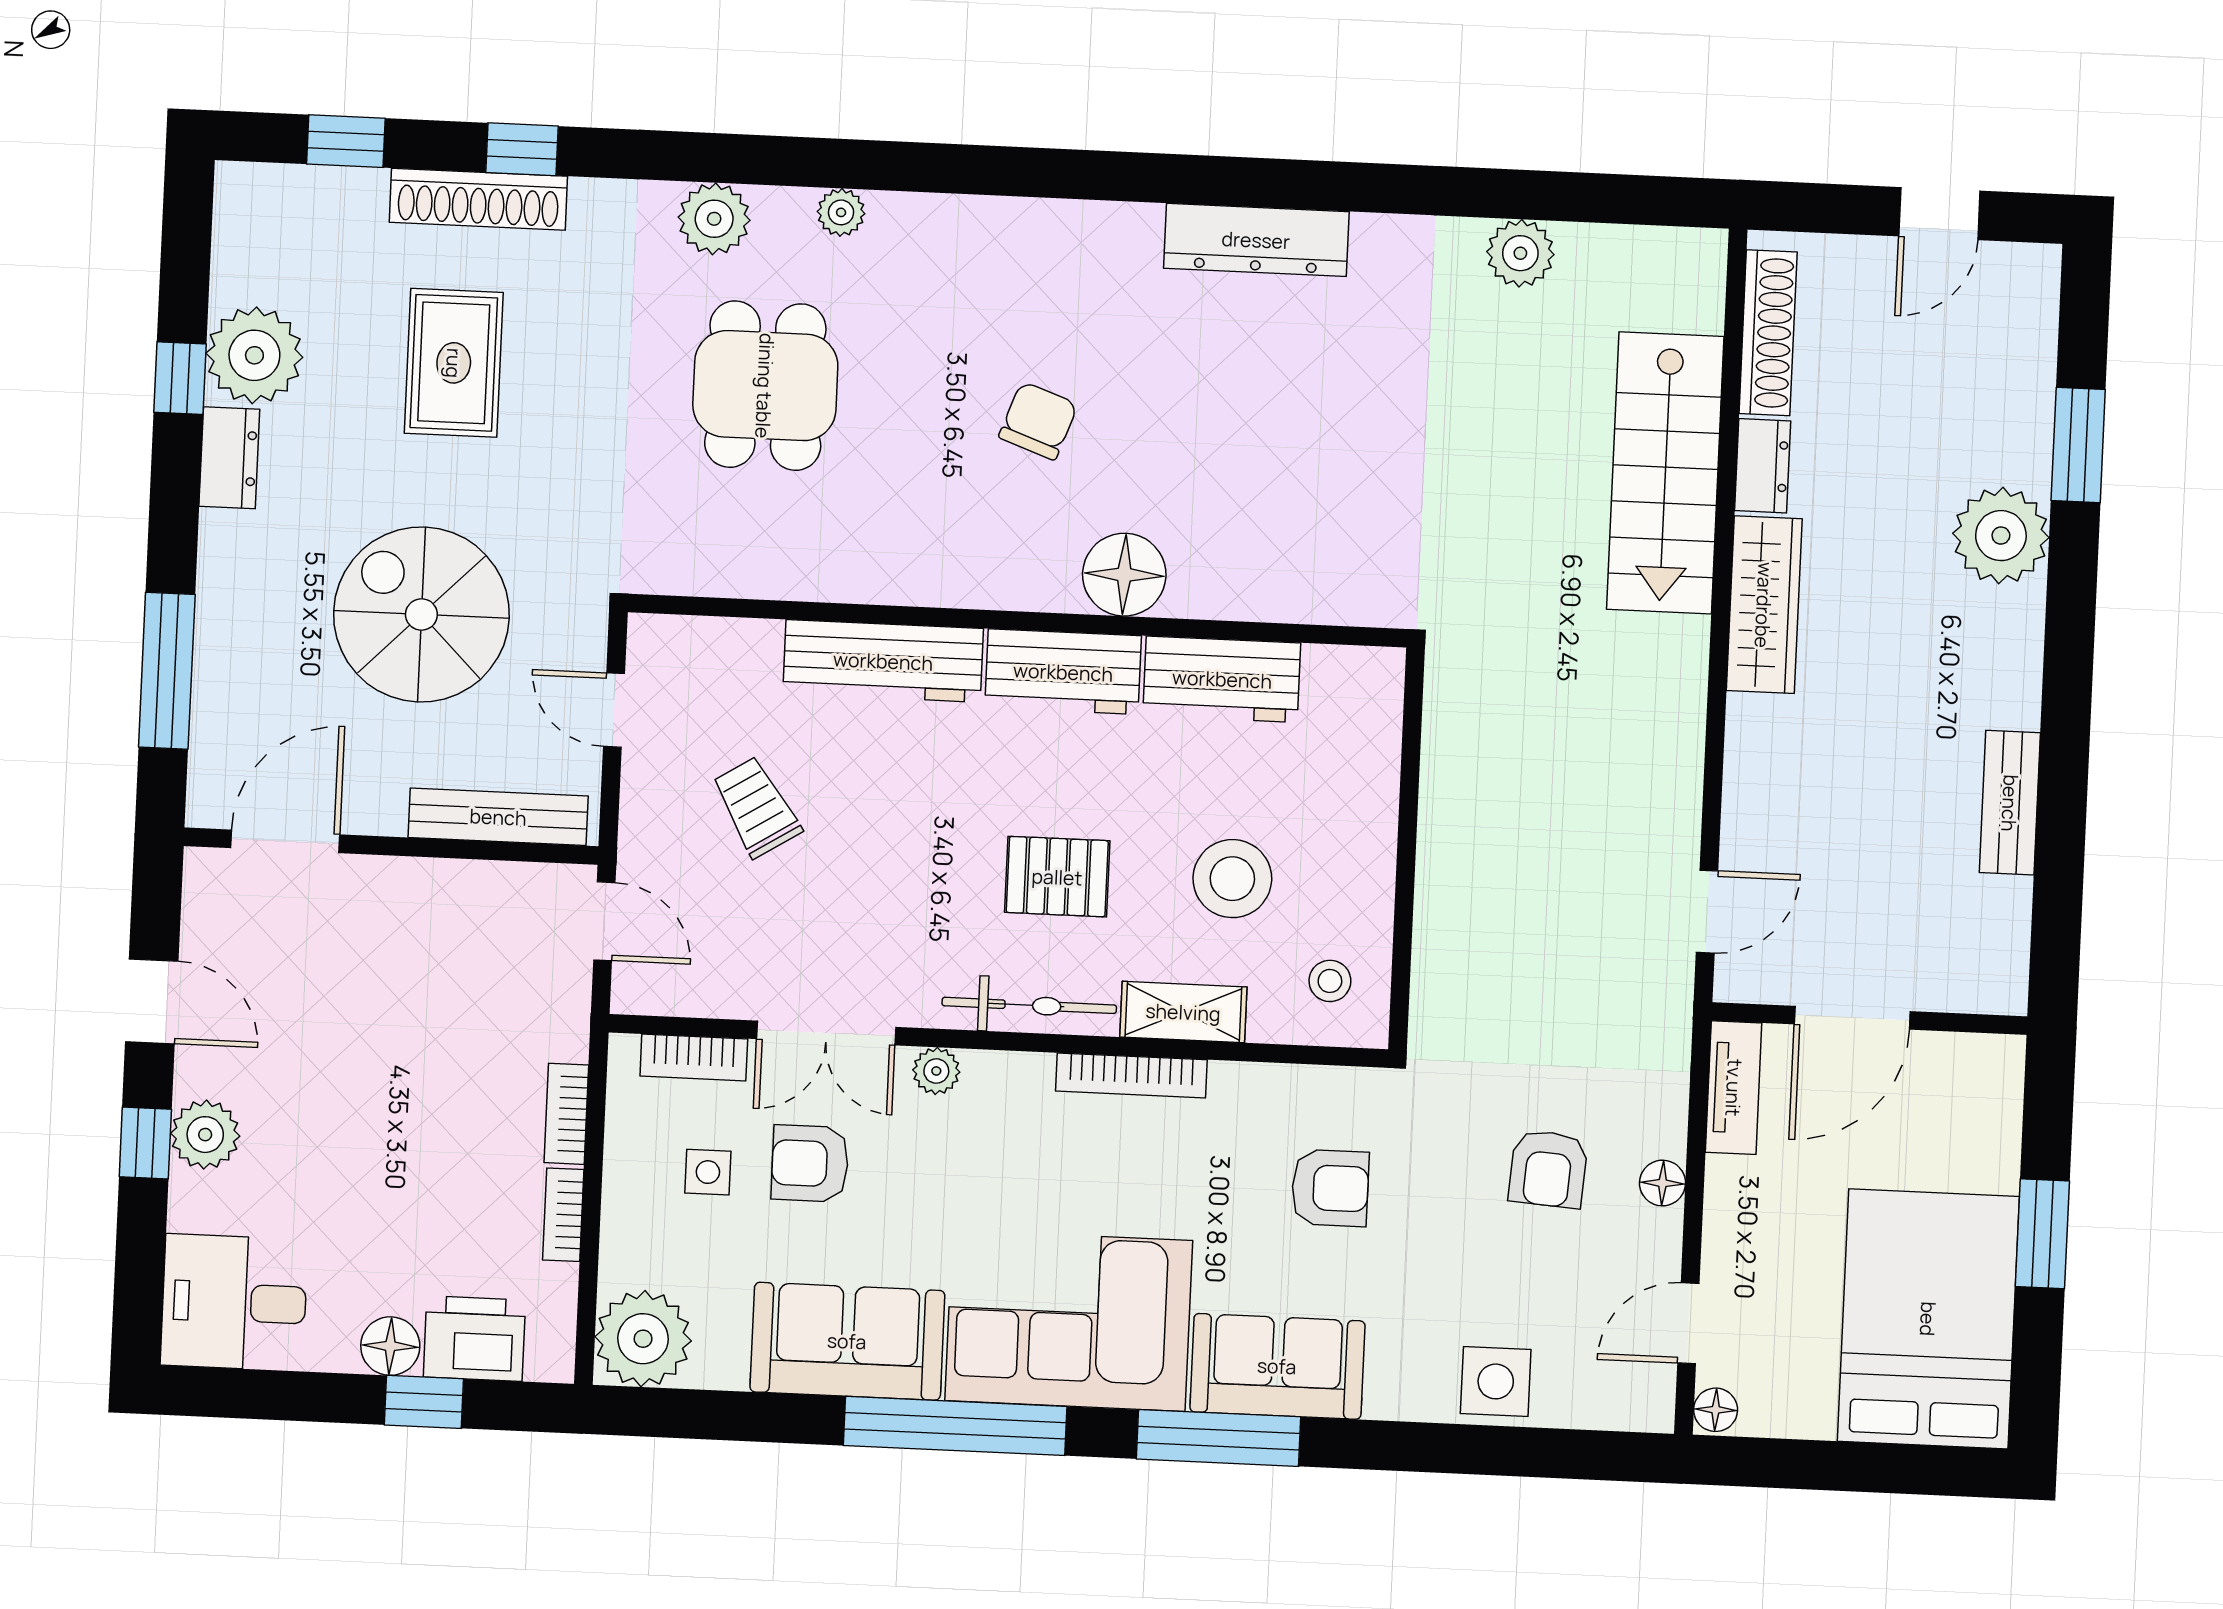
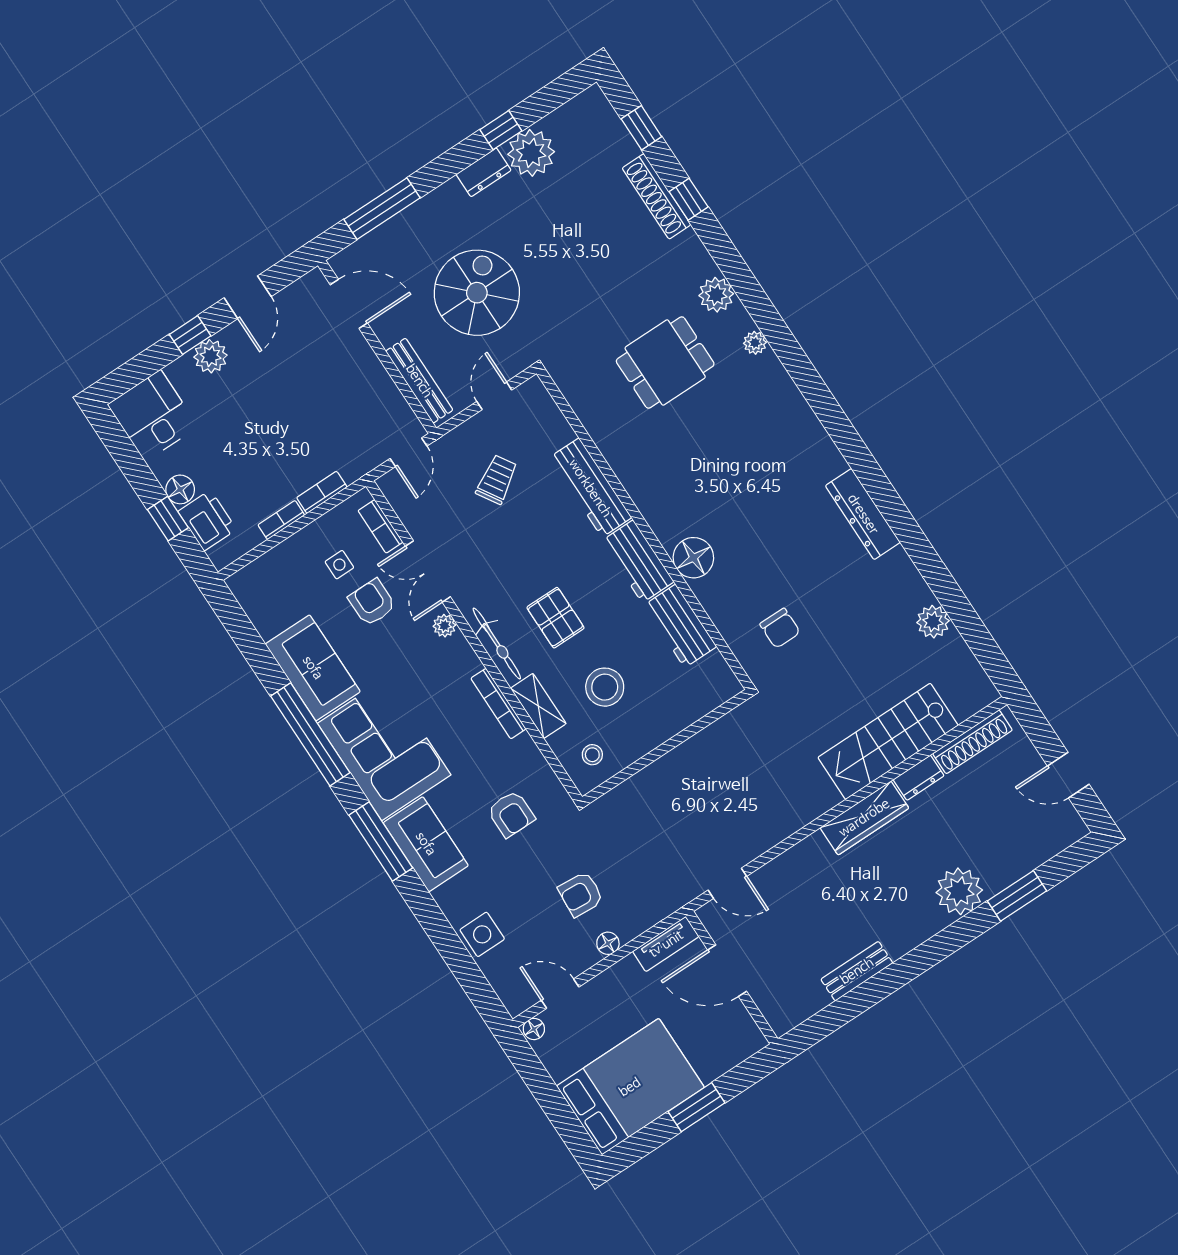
rug: (454, 363) -> (585, 233), removed
chair: (1038, 421) -> (780, 628), moved, turned 70
plant: (643, 1339) -> (255, 587), removed

